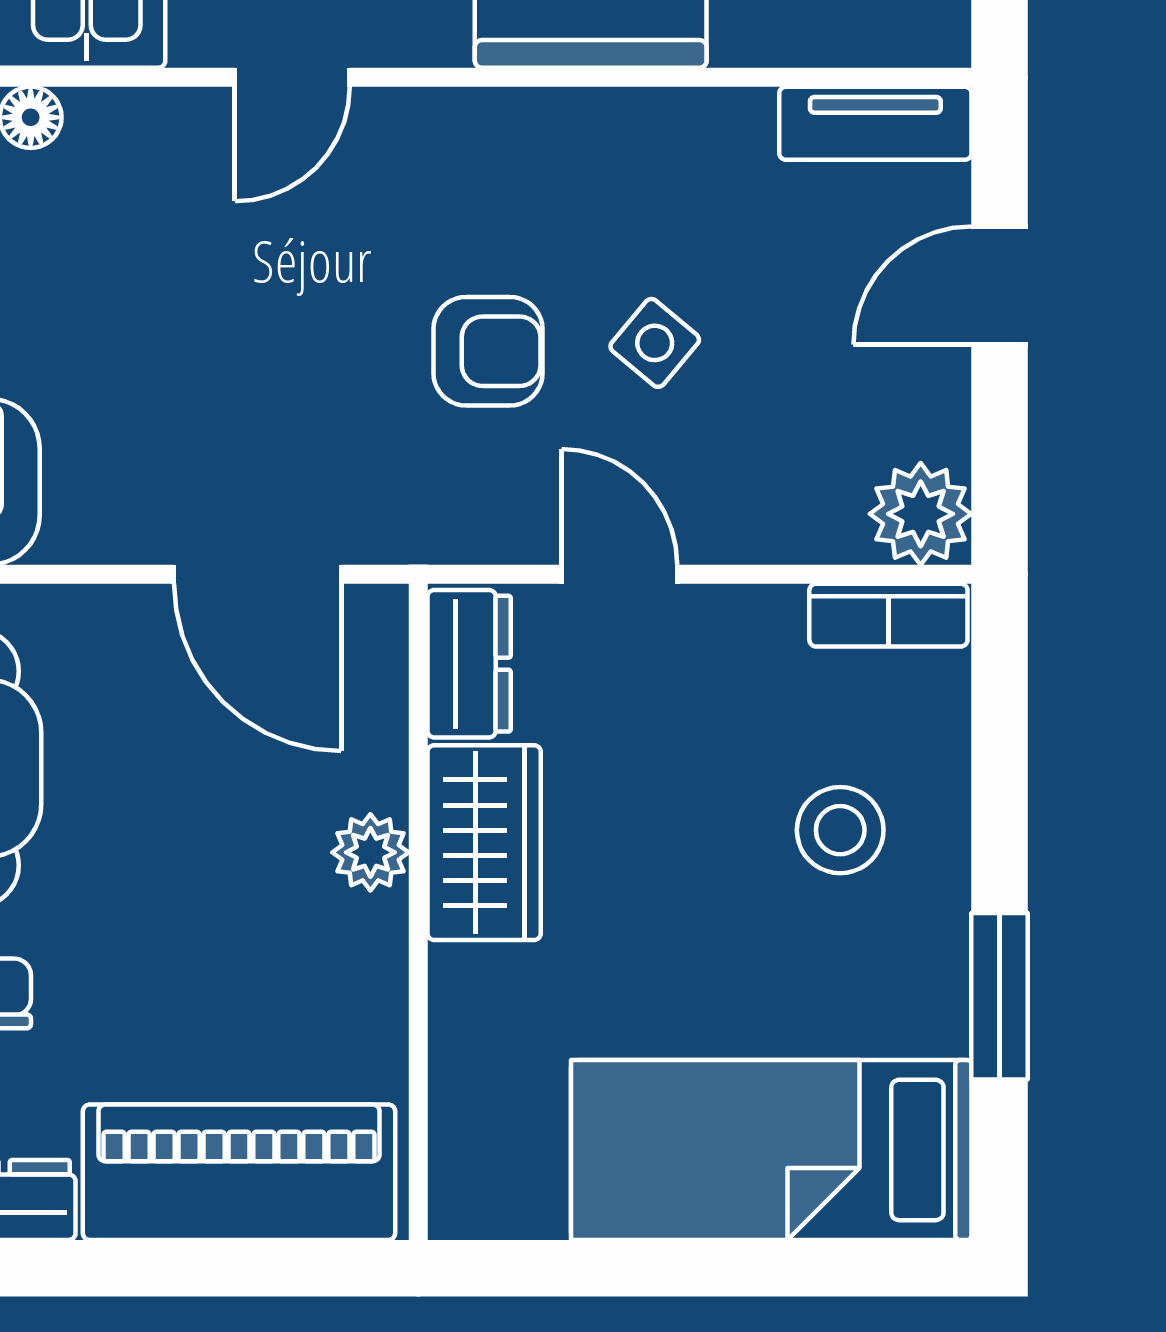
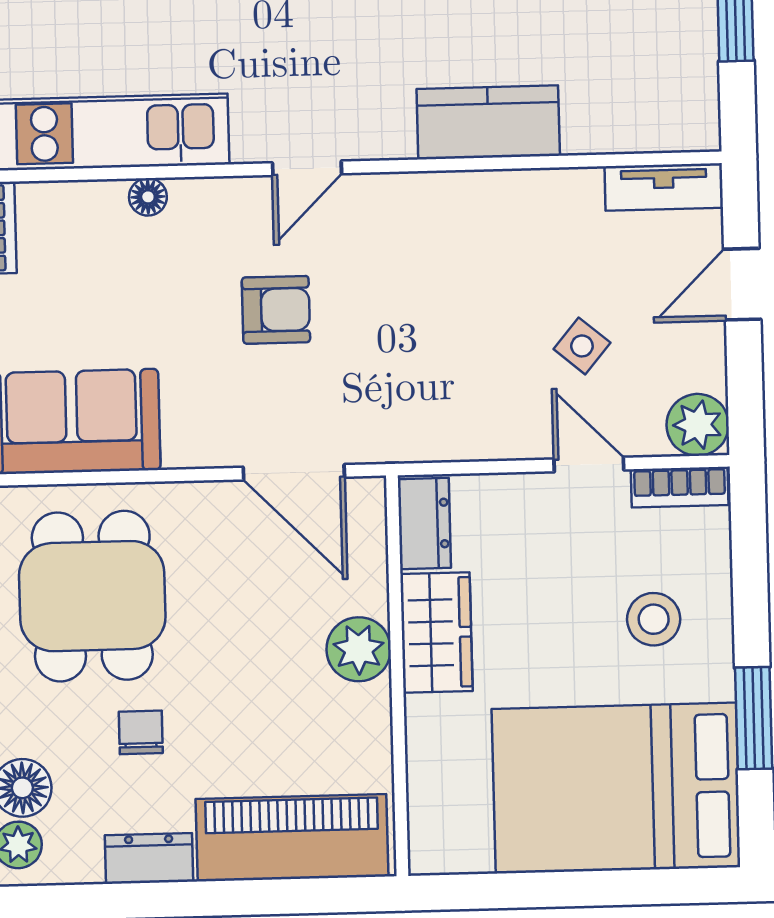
side table: (655, 343) -> (582, 346), moved
armchair: (488, 351) -> (276, 310), moved
door: (619, 574) -> (589, 465), moved
plant: (370, 852) -> (359, 649), width x1.38, depth x1.38
bed: (771, 1150) -> (616, 788), width x1.50

